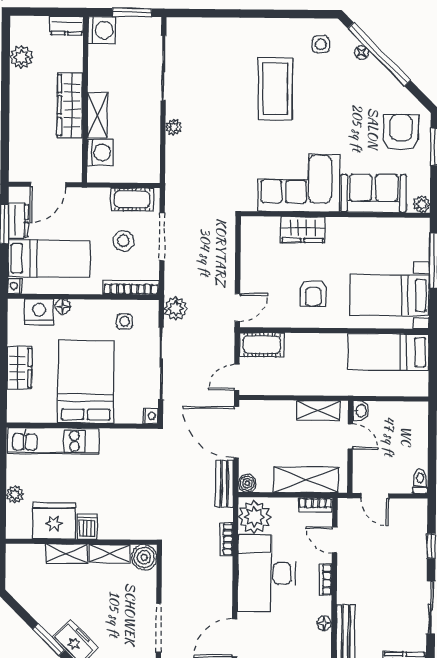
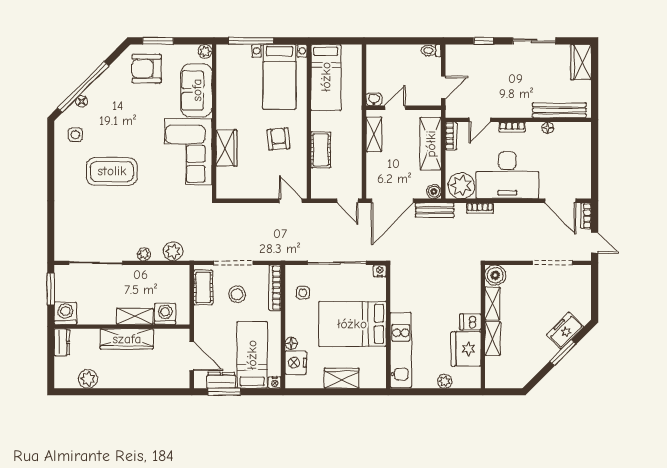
armchair: (313, 293) -> (278, 139), turned -95
plant: (176, 308) -> (173, 251), moved
cot: (262, 345) -> (321, 150), moved

